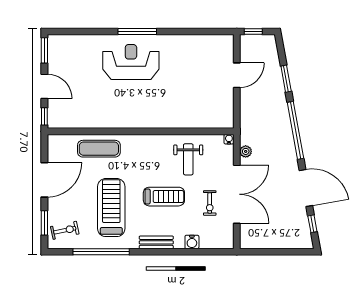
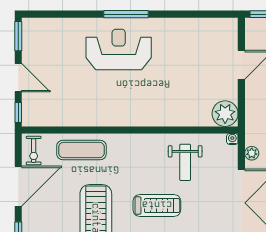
plant: (223, 117) -> (225, 114), added
exercise bike: (210, 203) -> (34, 151), moved

